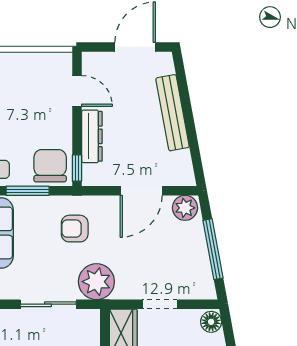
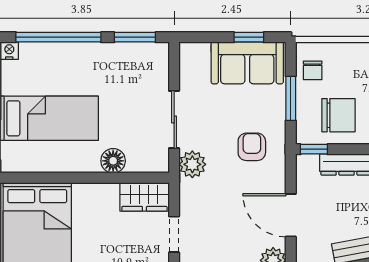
chair: (50, 166) -> (338, 115), moved
plant: (96, 282) -> (192, 164), width x0.73, depth x0.73

